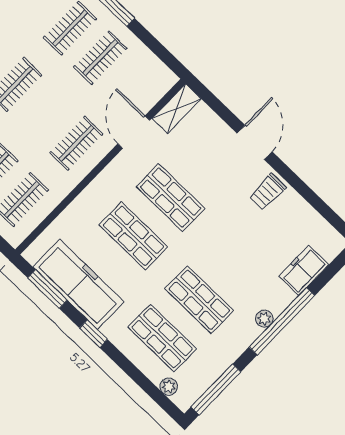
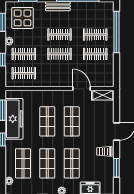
door: (134, 132) -> (81, 89), hinge flipped
clothes rail: (76, 143) -> (59, 54), moved
window: (312, 198) -> (116, 168), added
shop shelf: (236, 261) -> (72, 163), added

